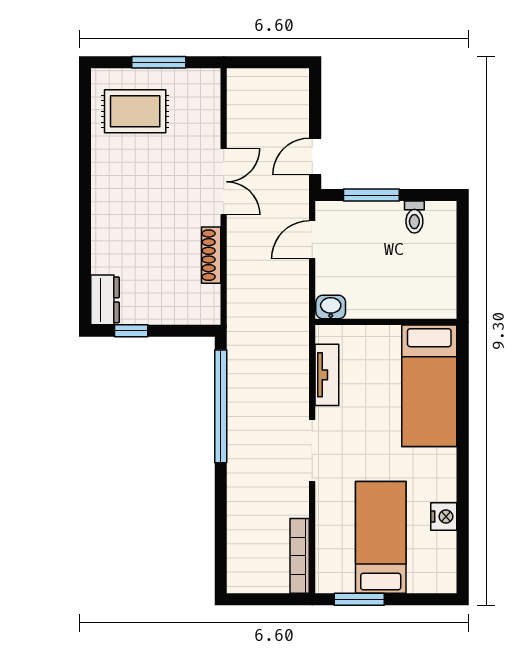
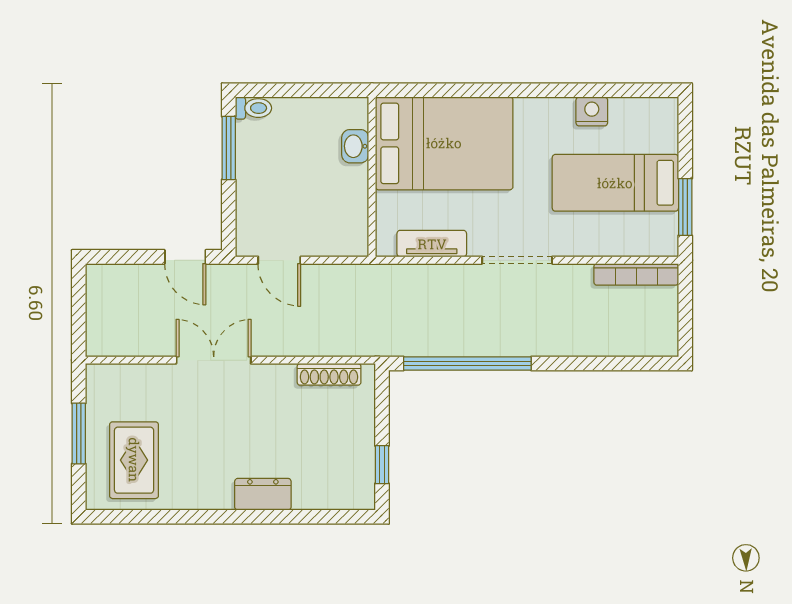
window: (371, 195) -> (229, 148), moved
toilet: (414, 217) -> (254, 108), moved
shoe rack: (211, 255) -> (329, 374), moved
dresser: (105, 300) -> (263, 494), moved
washbasin: (331, 307) -> (355, 146), moved
bed: (429, 386) -> (444, 143), width x1.50

